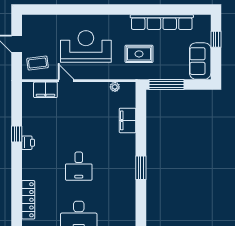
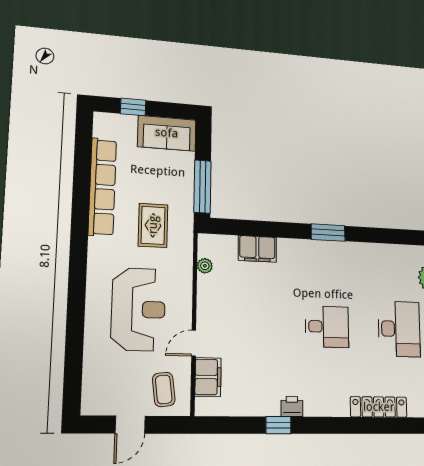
reception desk: (86, 46) -> (138, 309), turned 180

